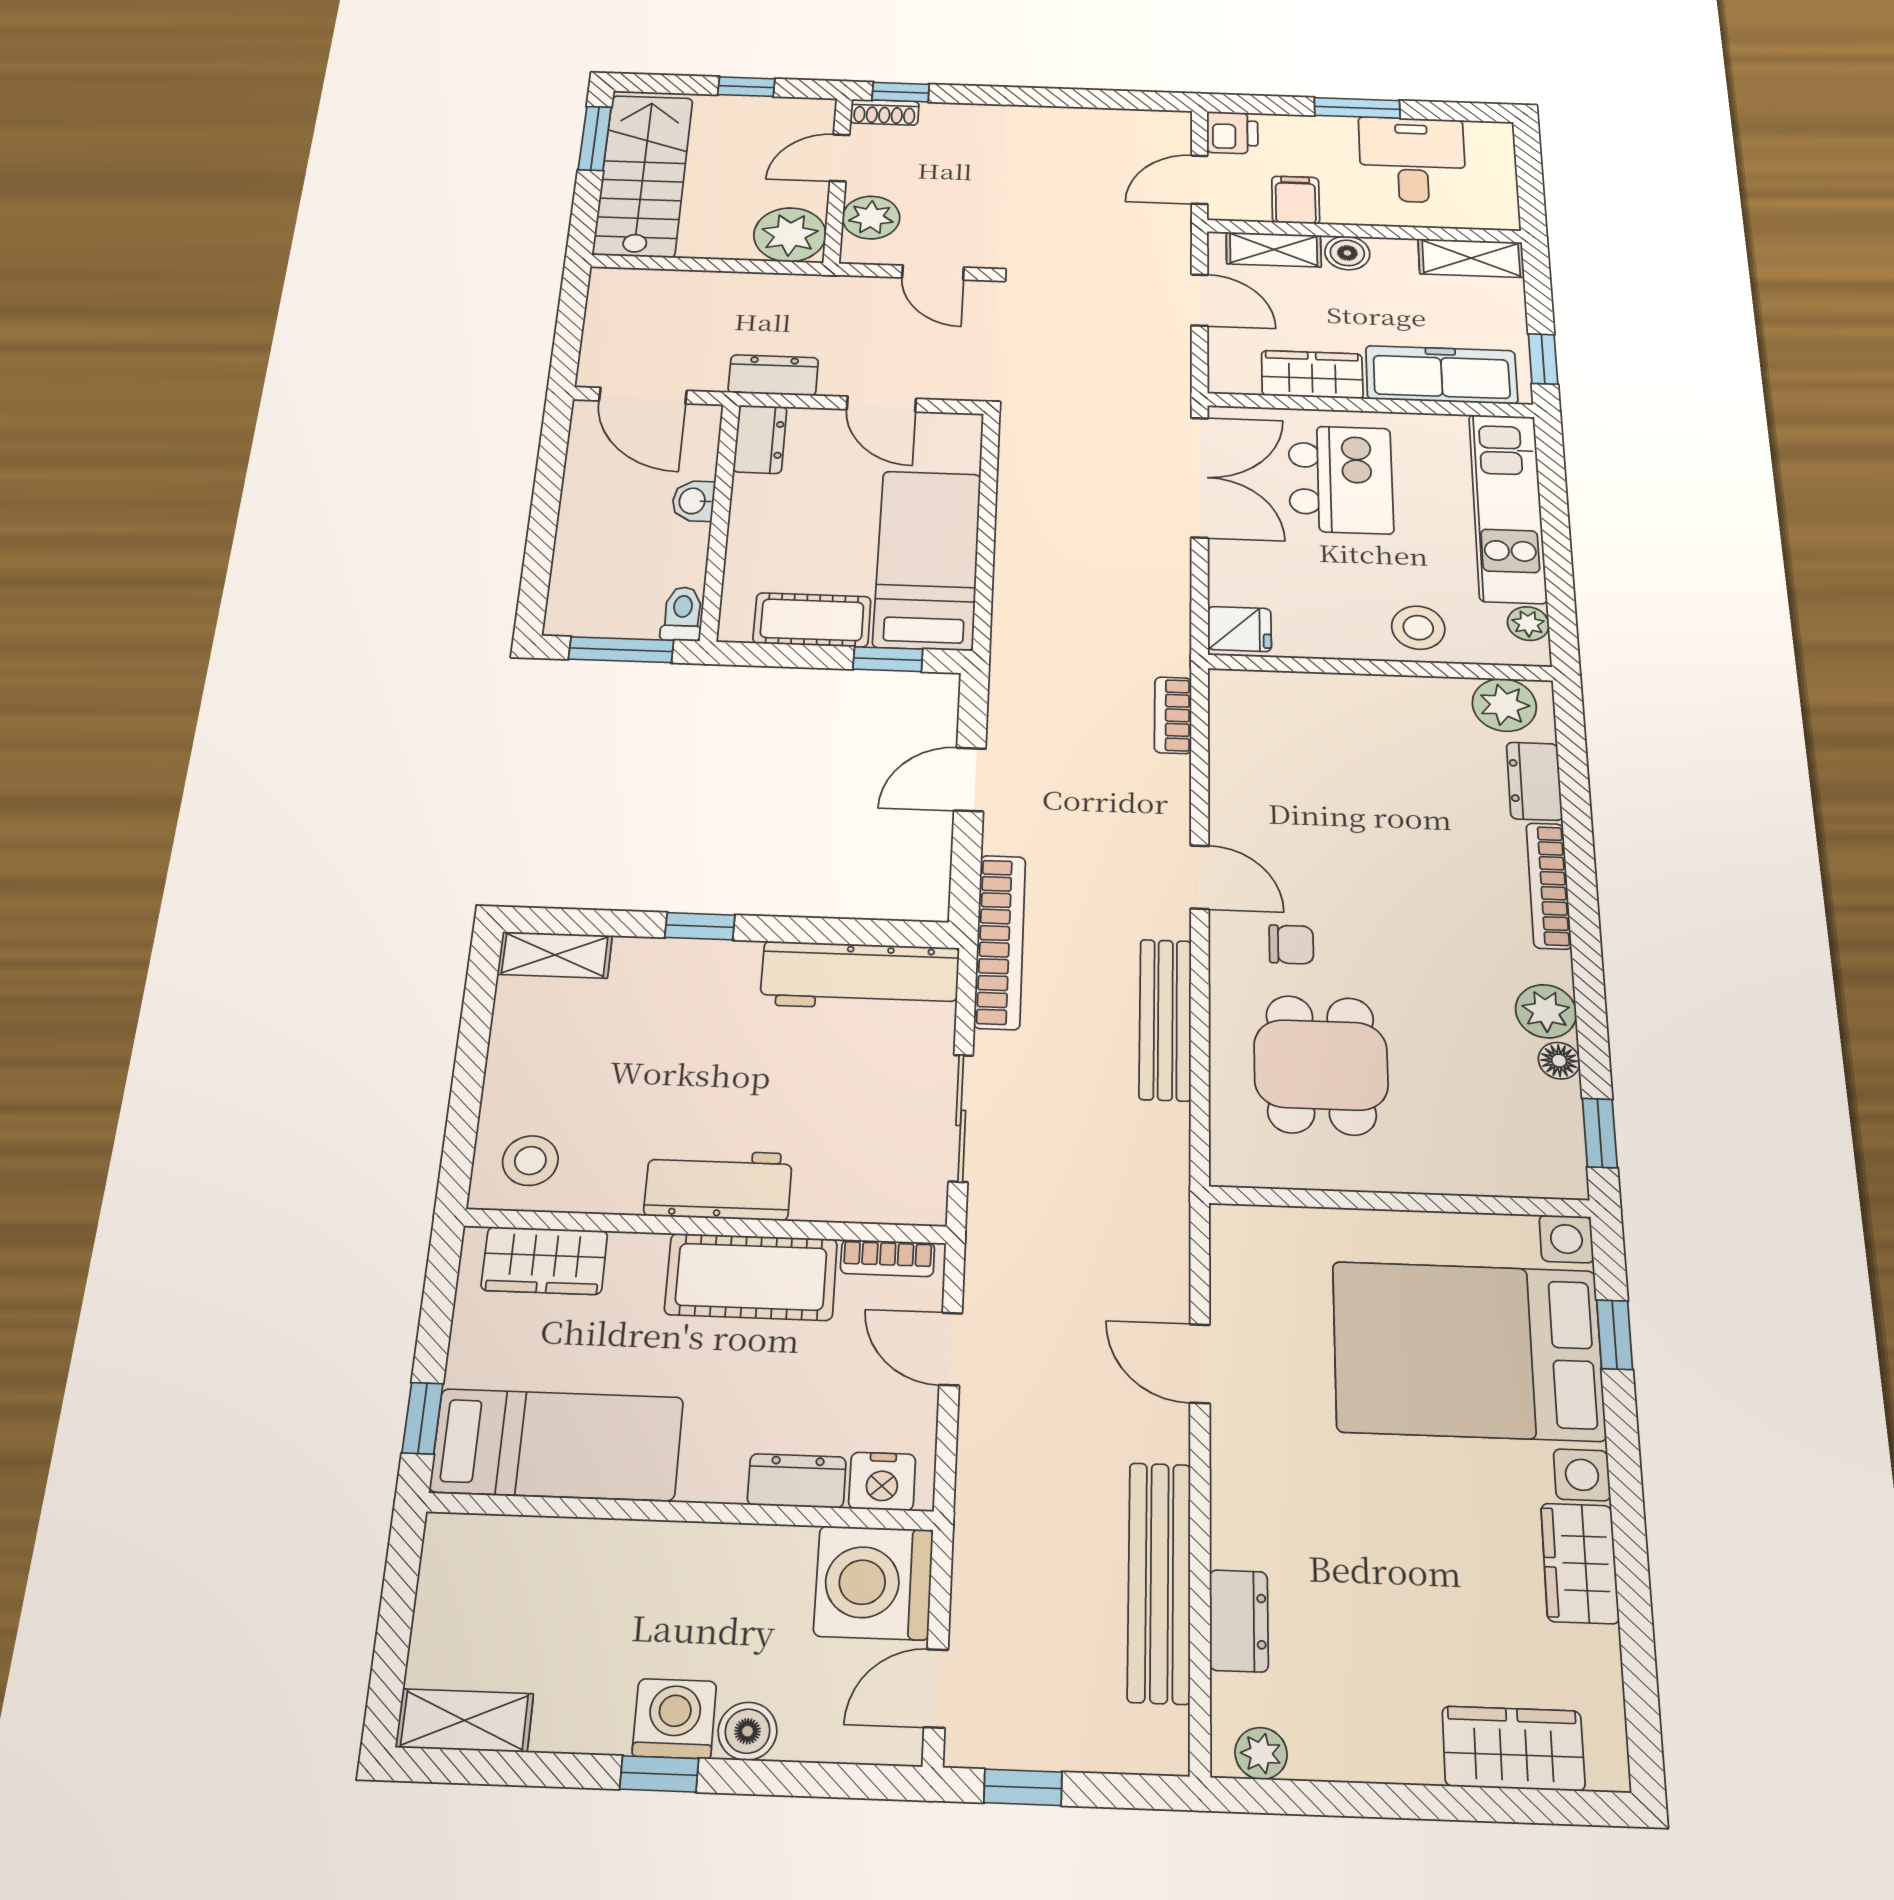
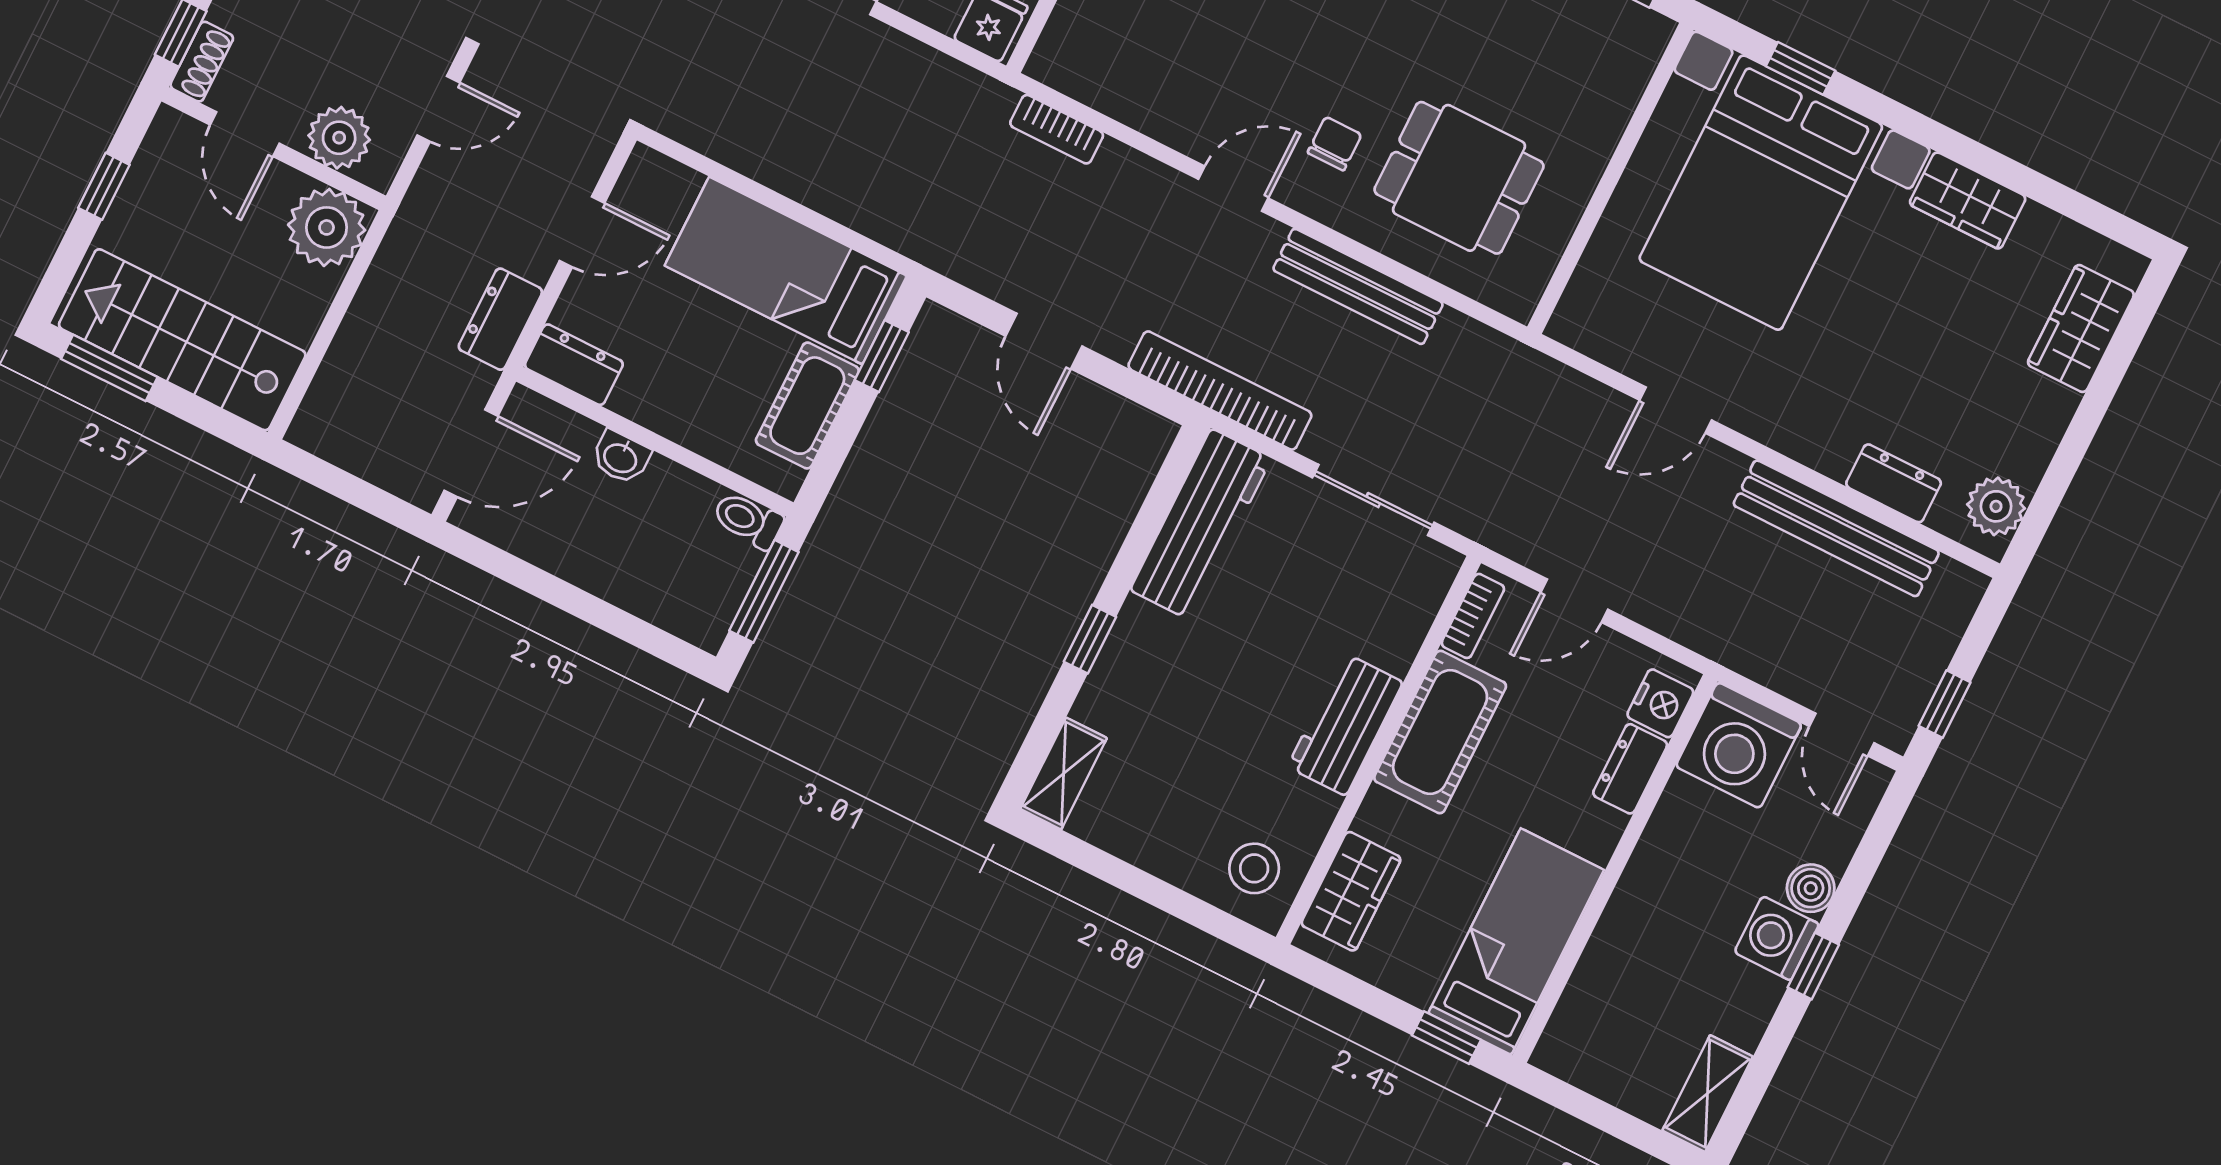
plant: (1261, 1753) -> (1996, 506), width x1.38, depth x1.38

